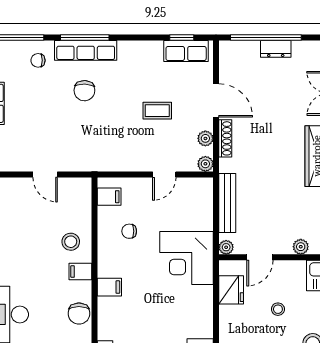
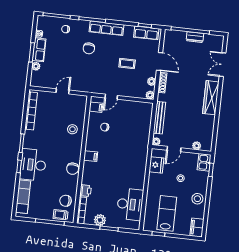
row of seats: (86, 50) -> (106, 28), moved
door: (45, 174) -> (63, 91), swing flipped
door: (164, 174) -> (111, 97), moved
corner desk: (187, 258) -> (134, 145), removed
filing cabinet: (80, 272) -> (76, 146), removed

